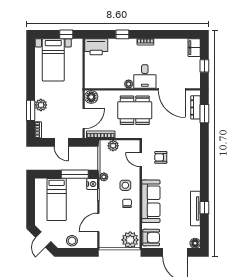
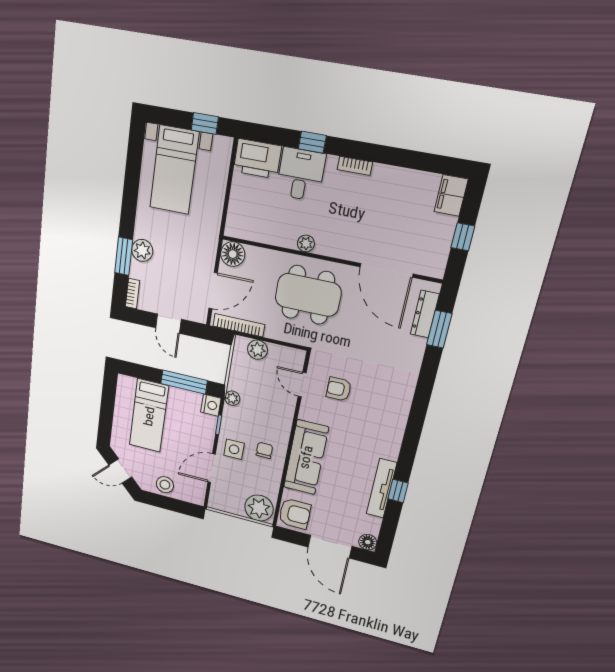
desk: (145, 76) -> (301, 174), moved, turned 180
side table: (125, 185) -> (234, 449), moved
door: (43, 240) -> (120, 471), hinge flipped

